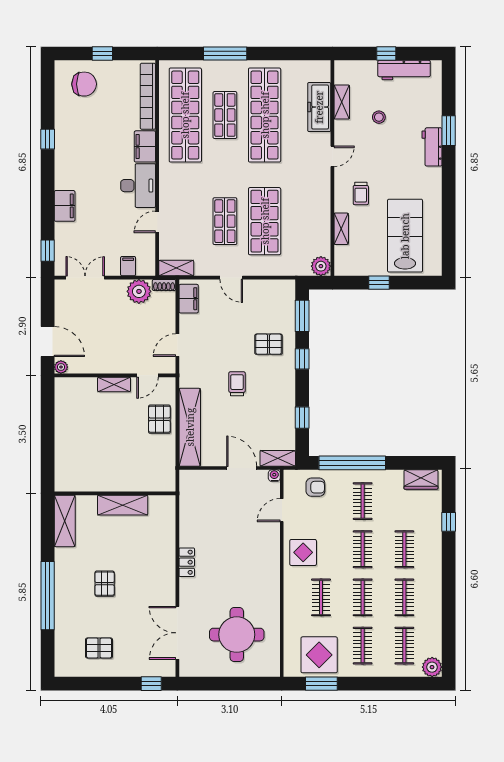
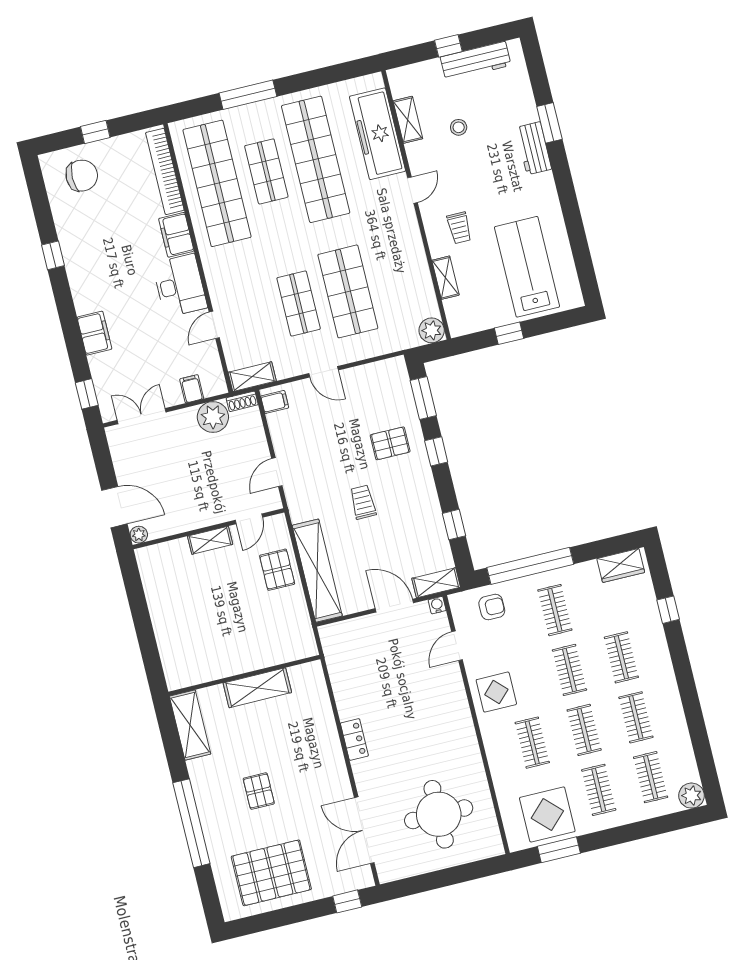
freezer: (319, 107) -> (378, 134), width x1.36, depth x1.26
filing cabinet: (189, 299) -> (275, 402), width x0.50
pallet: (99, 648) -> (271, 873), width x2.05, depth x2.00

